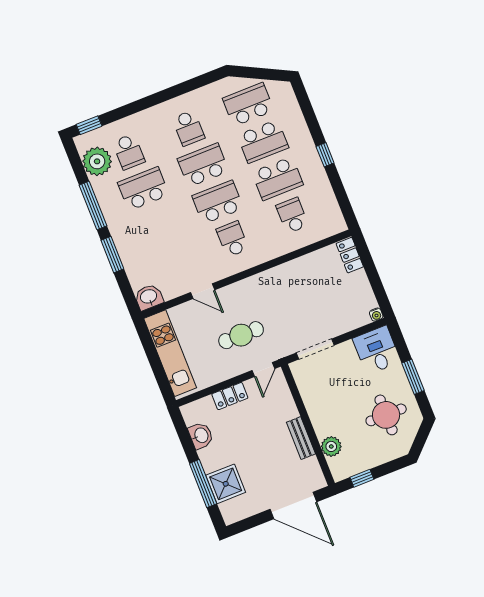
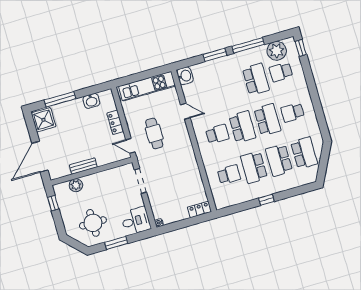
door: (203, 291) -> (185, 111), swing flipped
shower: (226, 484) -> (44, 120), moved

